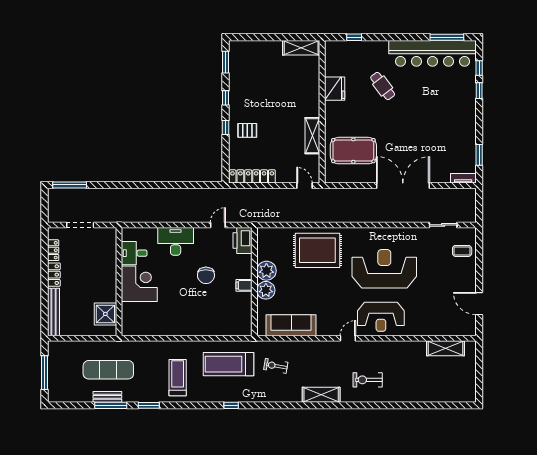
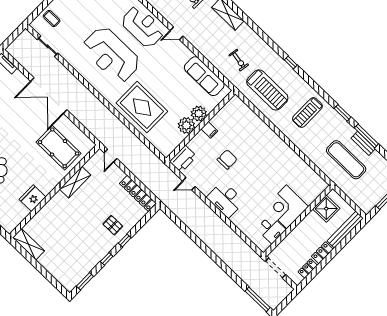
desk: (134, 253) -> (271, 229), moved
wall: (119, 282) -> (298, 221), moved
corner desk: (139, 284) -> (287, 207), moved
shower: (105, 314) -> (326, 209), moved

